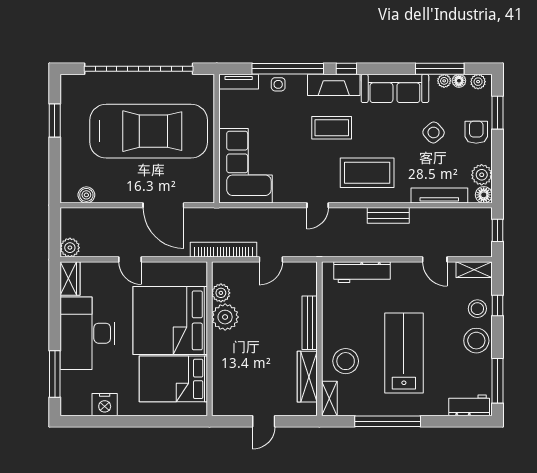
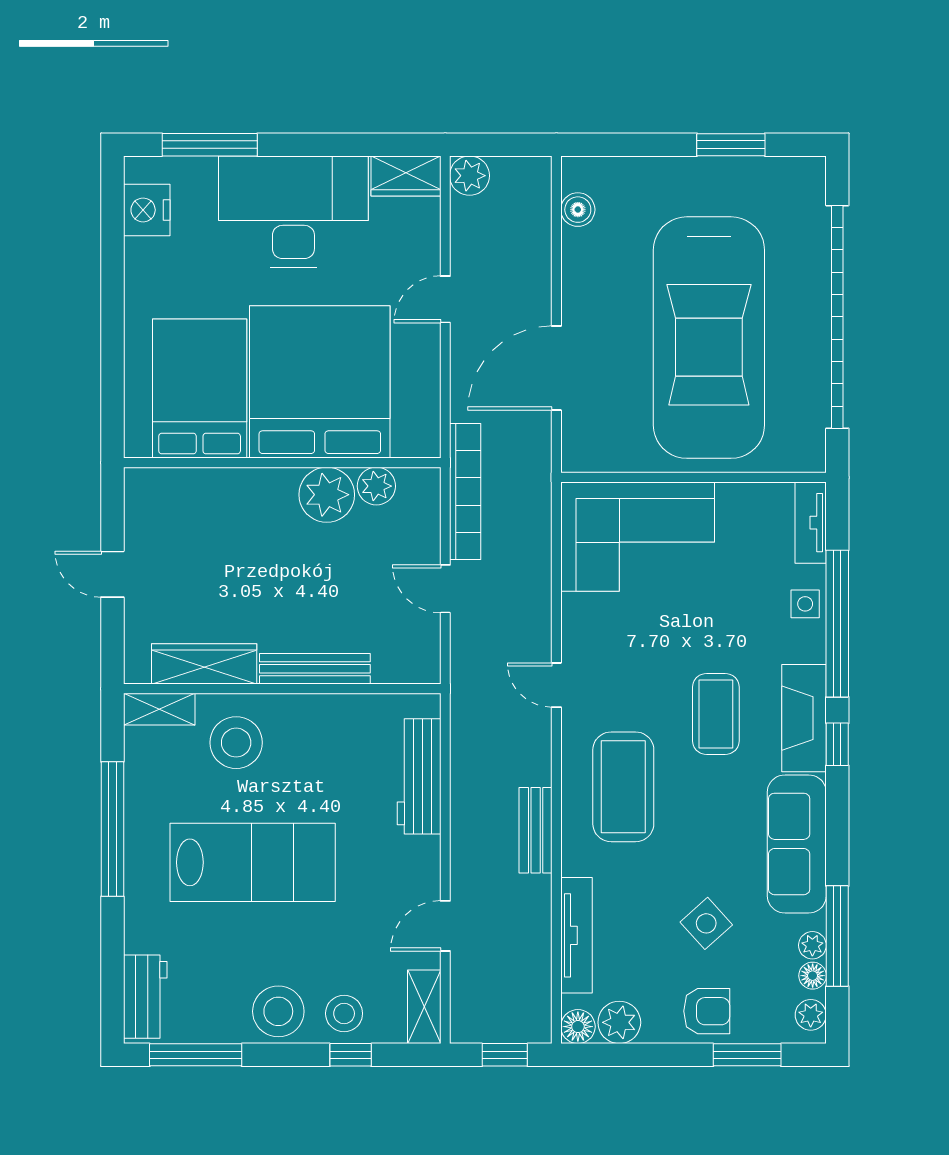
nightstand: (105, 405) -> (147, 210), moved

